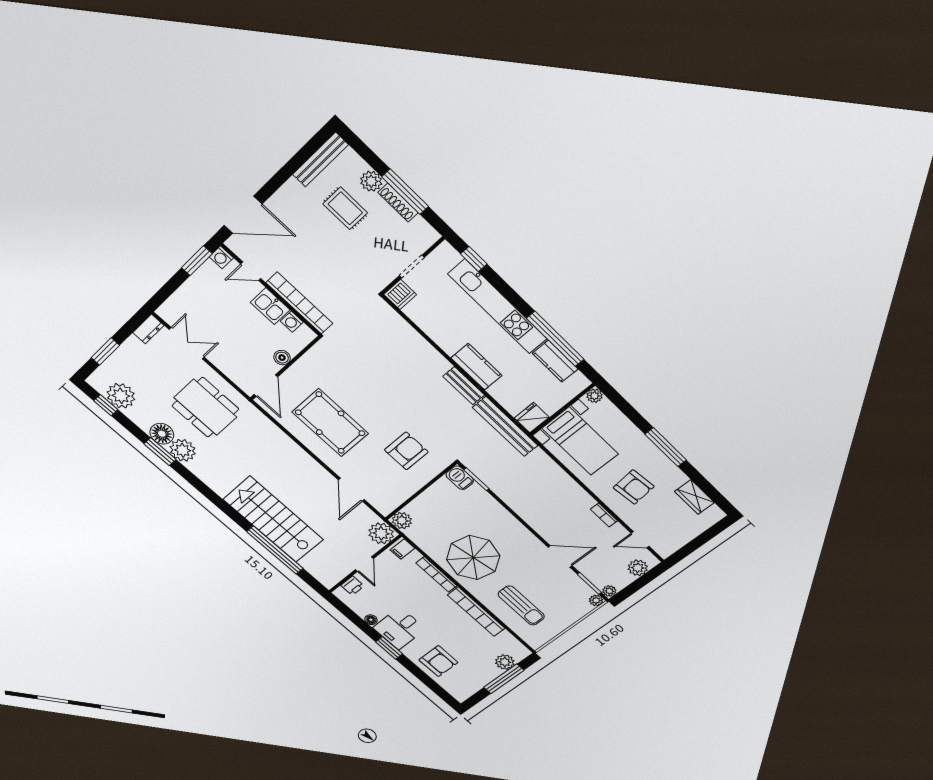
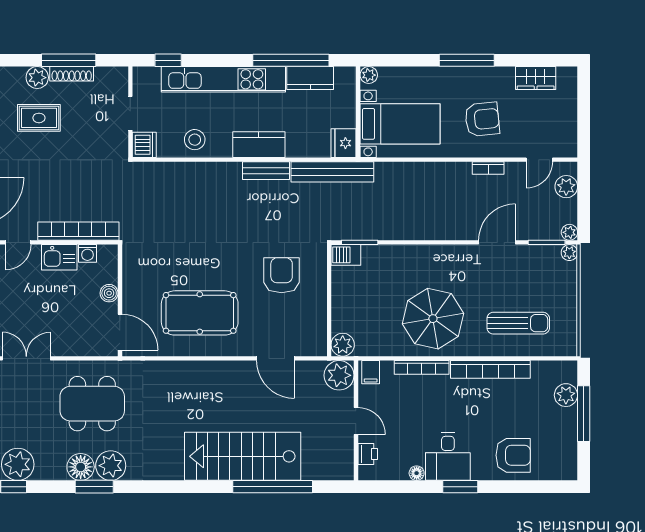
stool: (438, 324) -> (195, 140), added

